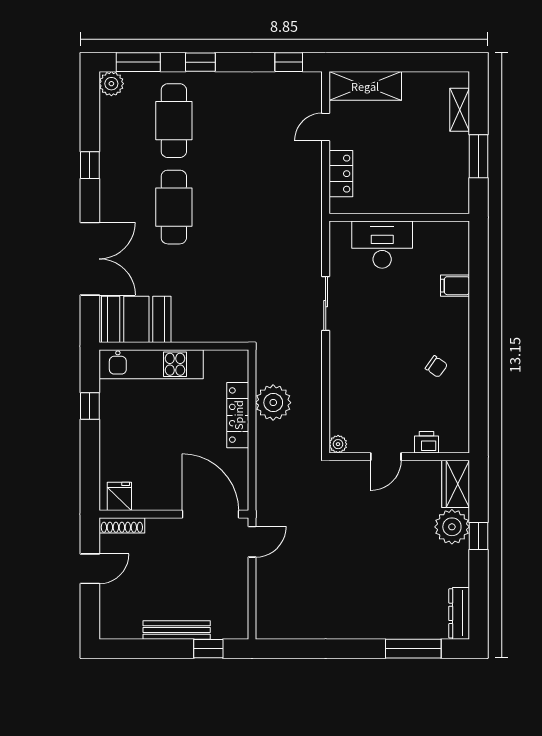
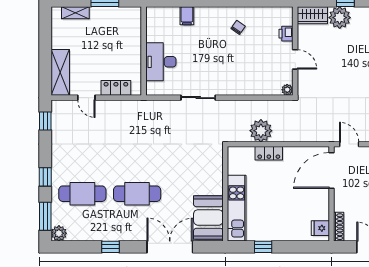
locker: (238, 415) -> (269, 153), width x0.66

